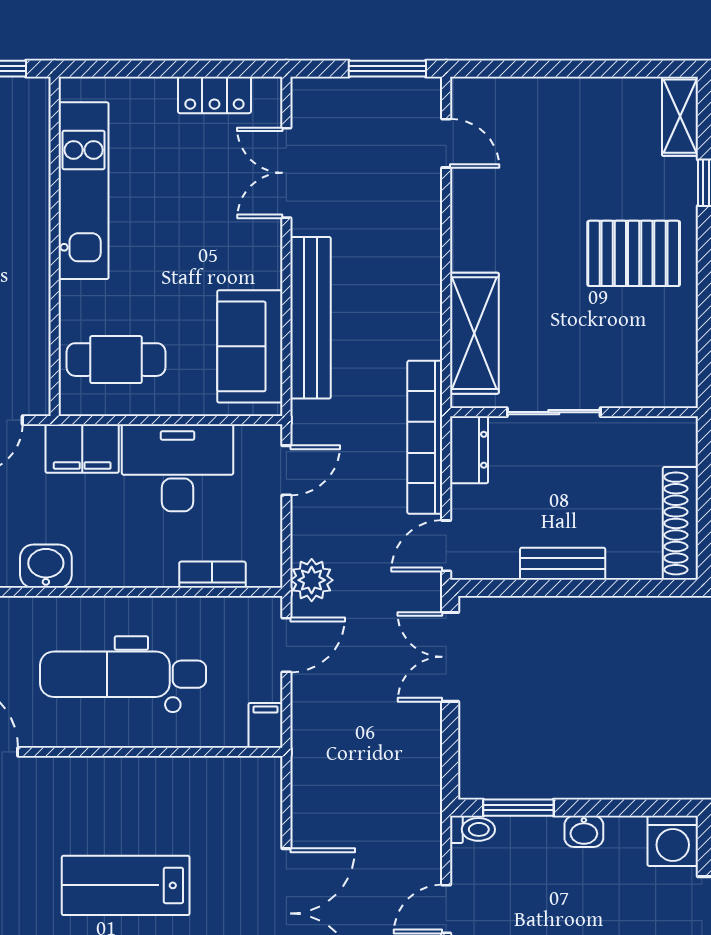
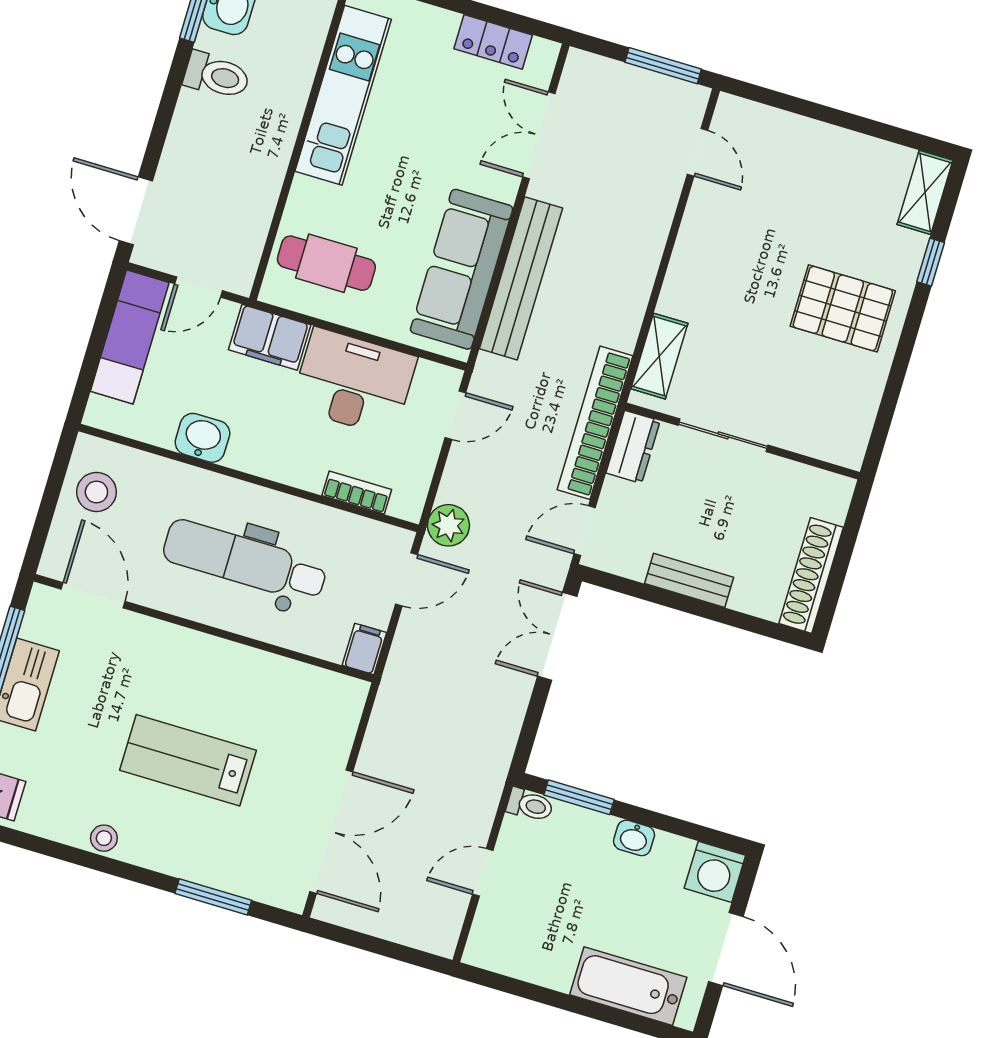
shelving: (474, 333) -> (659, 356), width x0.67, depth x0.75
sofa: (250, 346) -> (462, 269), width x1.36

